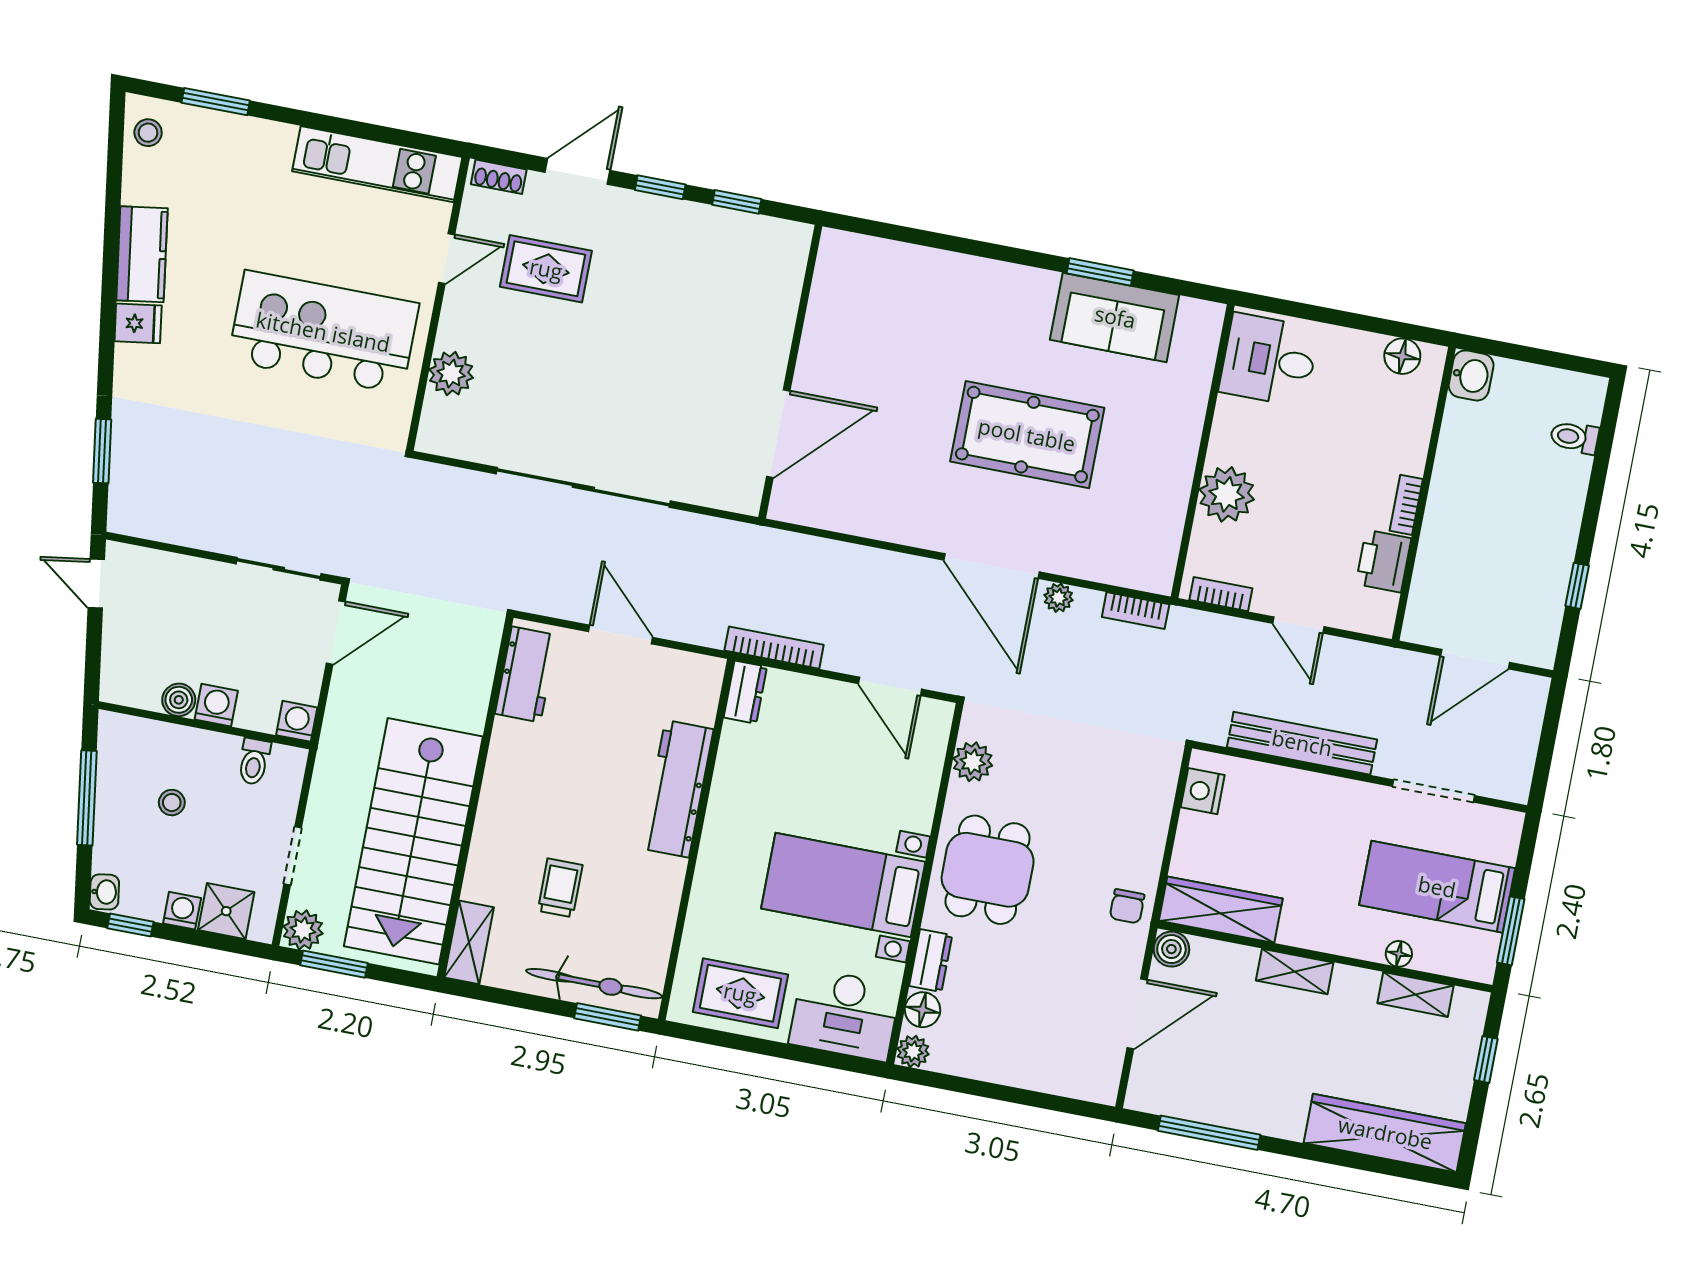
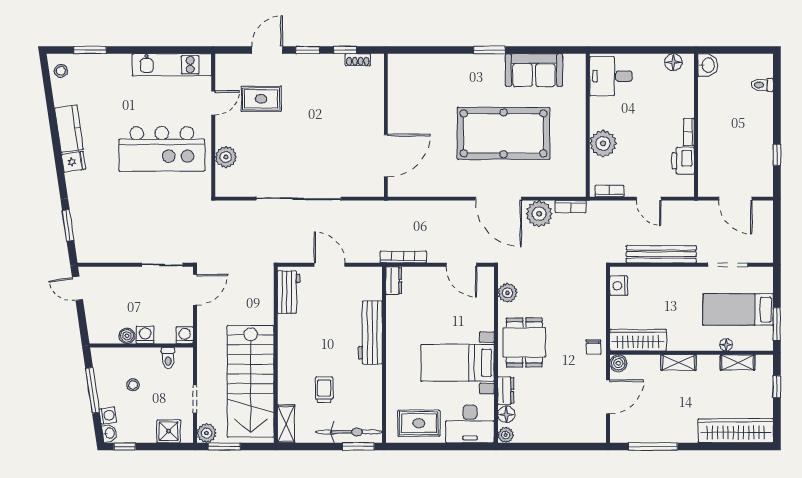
shoe rack: (499, 177) -> (358, 60), moved
window: (1100, 272) -> (489, 50), moved
kitchen island: (323, 332) -> (162, 149), turned 180
pool table: (1027, 435) -> (504, 133), width x1.36, depth x1.32
plant: (1058, 598) -> (539, 214), width x1.88, depth x1.88
door: (1475, 659) -> (735, 199), hinge flipped
washing machine: (182, 911) -> (108, 416), moved, turned 82

